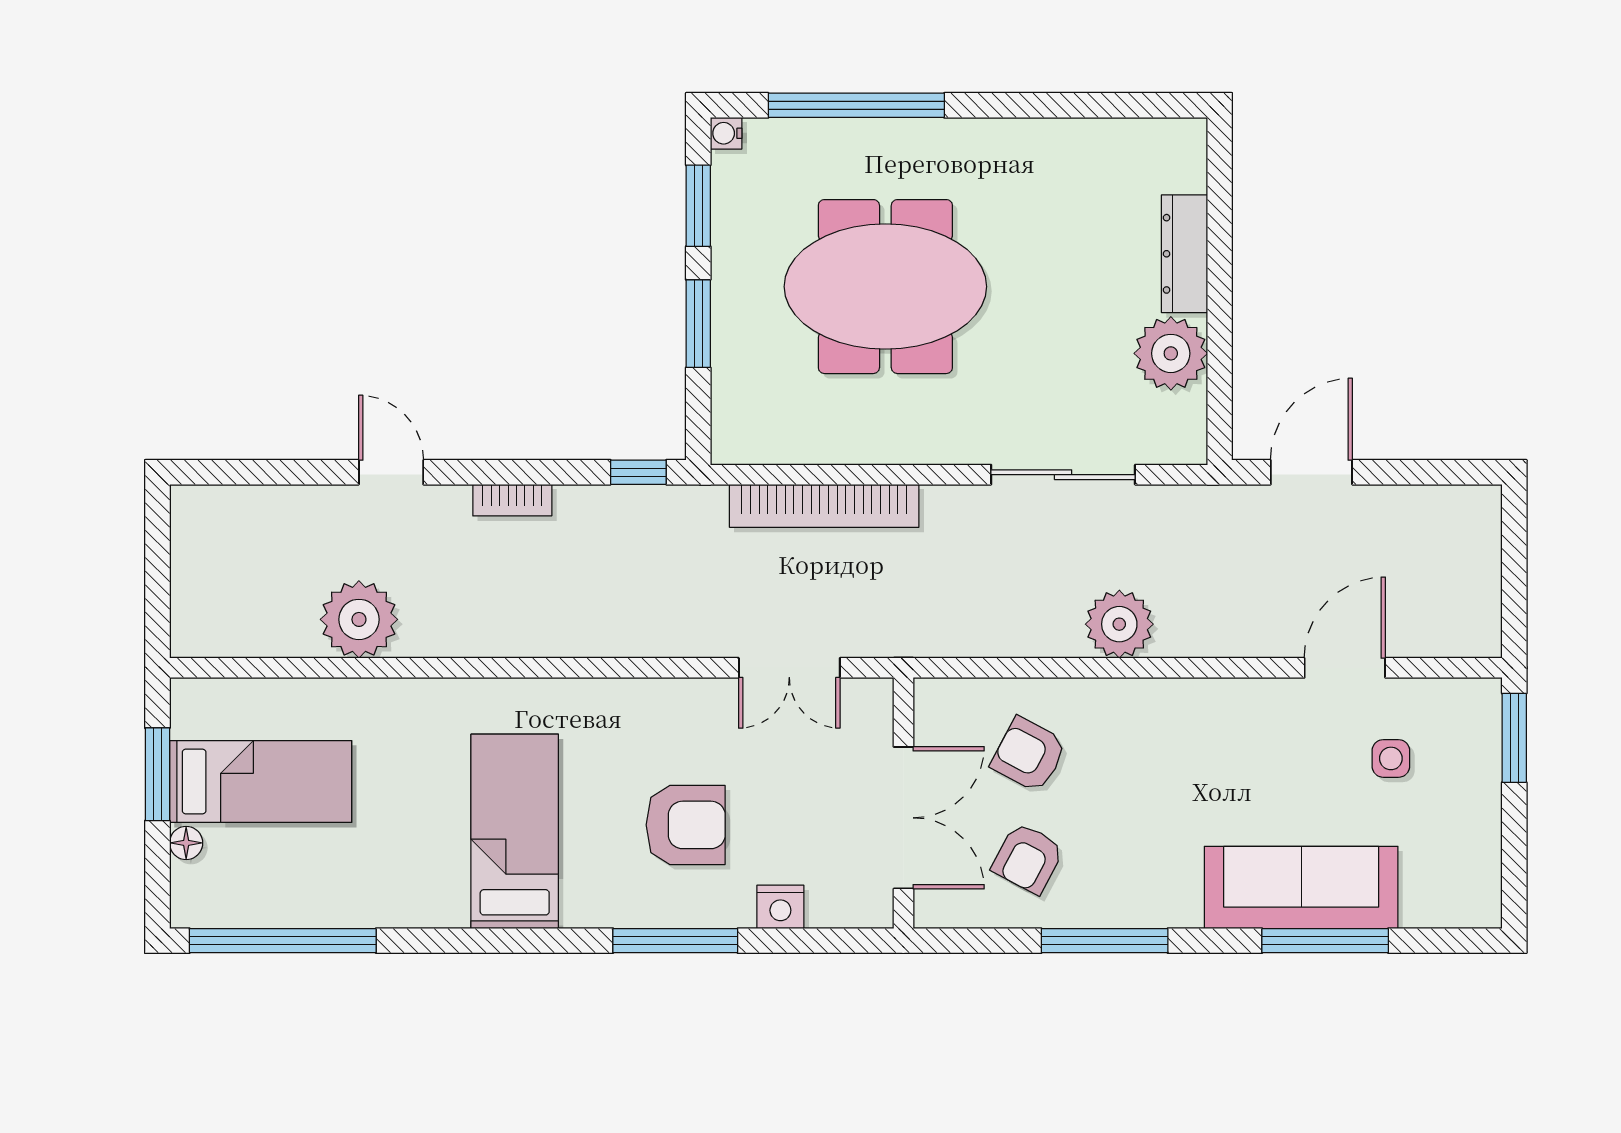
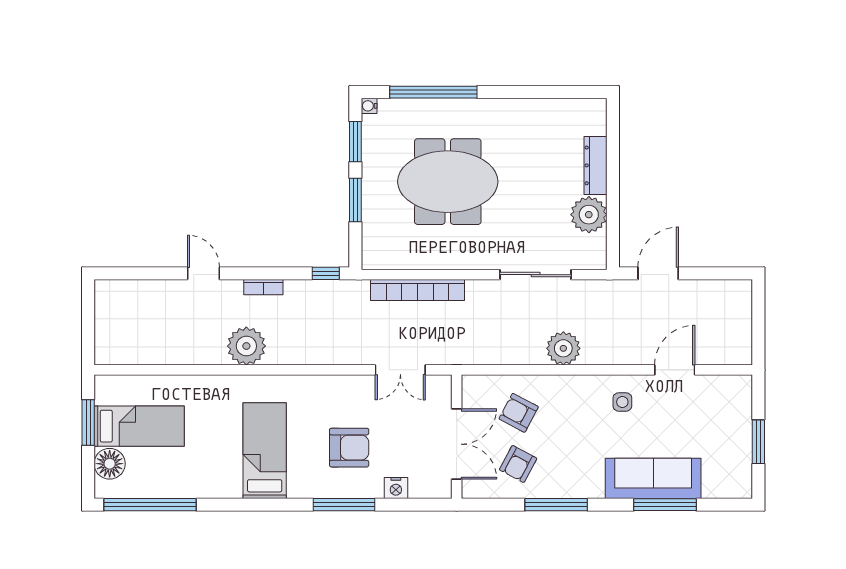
plant: (359, 619) -> (246, 346), moved
window: (1514, 738) -> (758, 442), moved
side table: (1391, 758) -> (622, 402), moved
floor lamp: (186, 843) -> (110, 464), width x1.89, depth x1.89

